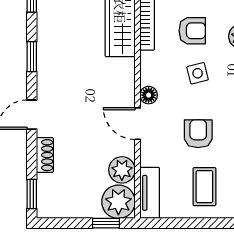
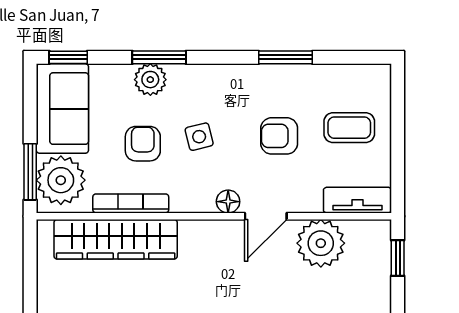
plant: (122, 170) -> (321, 243), width x1.36, depth x1.36
plant: (118, 202) -> (369, 241), removed

